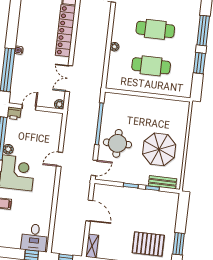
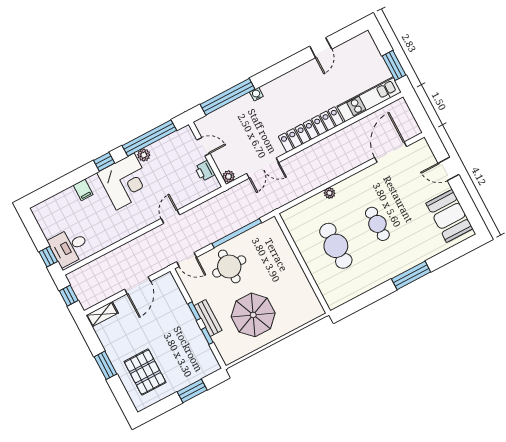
cafe table: (155, 29) -> (377, 224), width x0.73, depth x0.74
window: (199, 63) -> (374, 295), removed
double door: (69, 79) -> (263, 168), swing flipped
printer: (14, 113) -> (205, 171), moved
door: (60, 159) -> (170, 217), hinge flipped
bench: (162, 182) -> (208, 318), moved
window: (179, 244) -> (192, 391), moved

